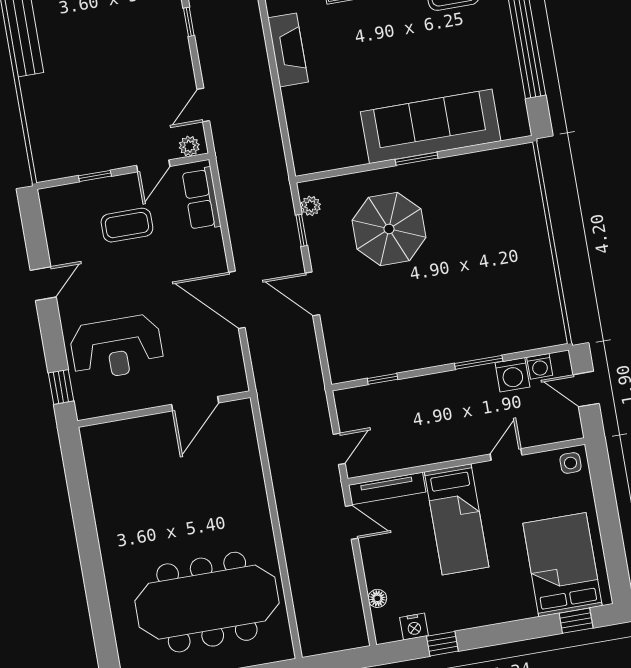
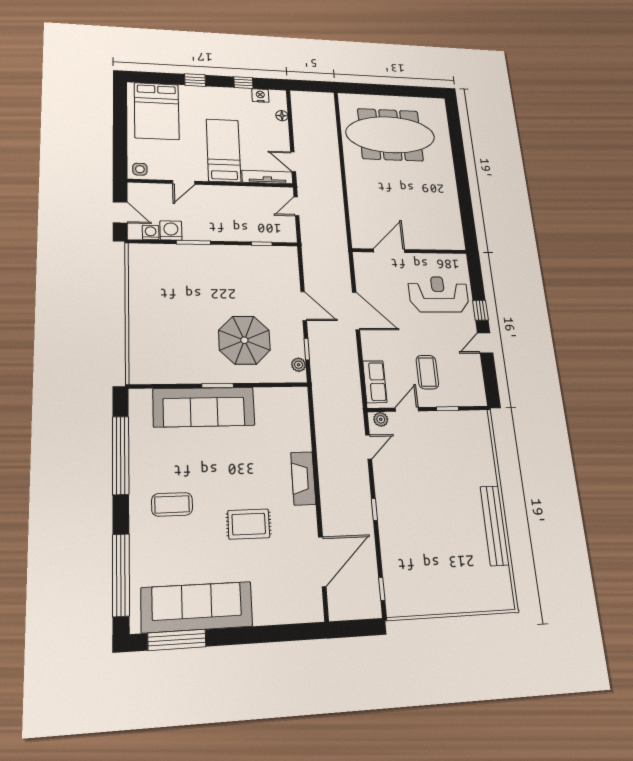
coffee table: (127, 225) -> (427, 372), turned 90
window: (61, 387) -> (480, 310), moved
window: (576, 621) -> (195, 80), moved

